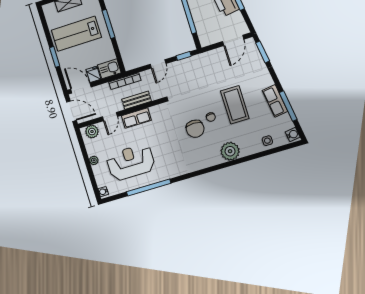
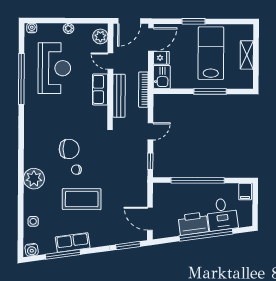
door: (158, 64) -> (150, 131), swing flipped
bench: (137, 100) -> (119, 96), width x1.36
chair: (195, 129) -> (69, 149), turned 180

